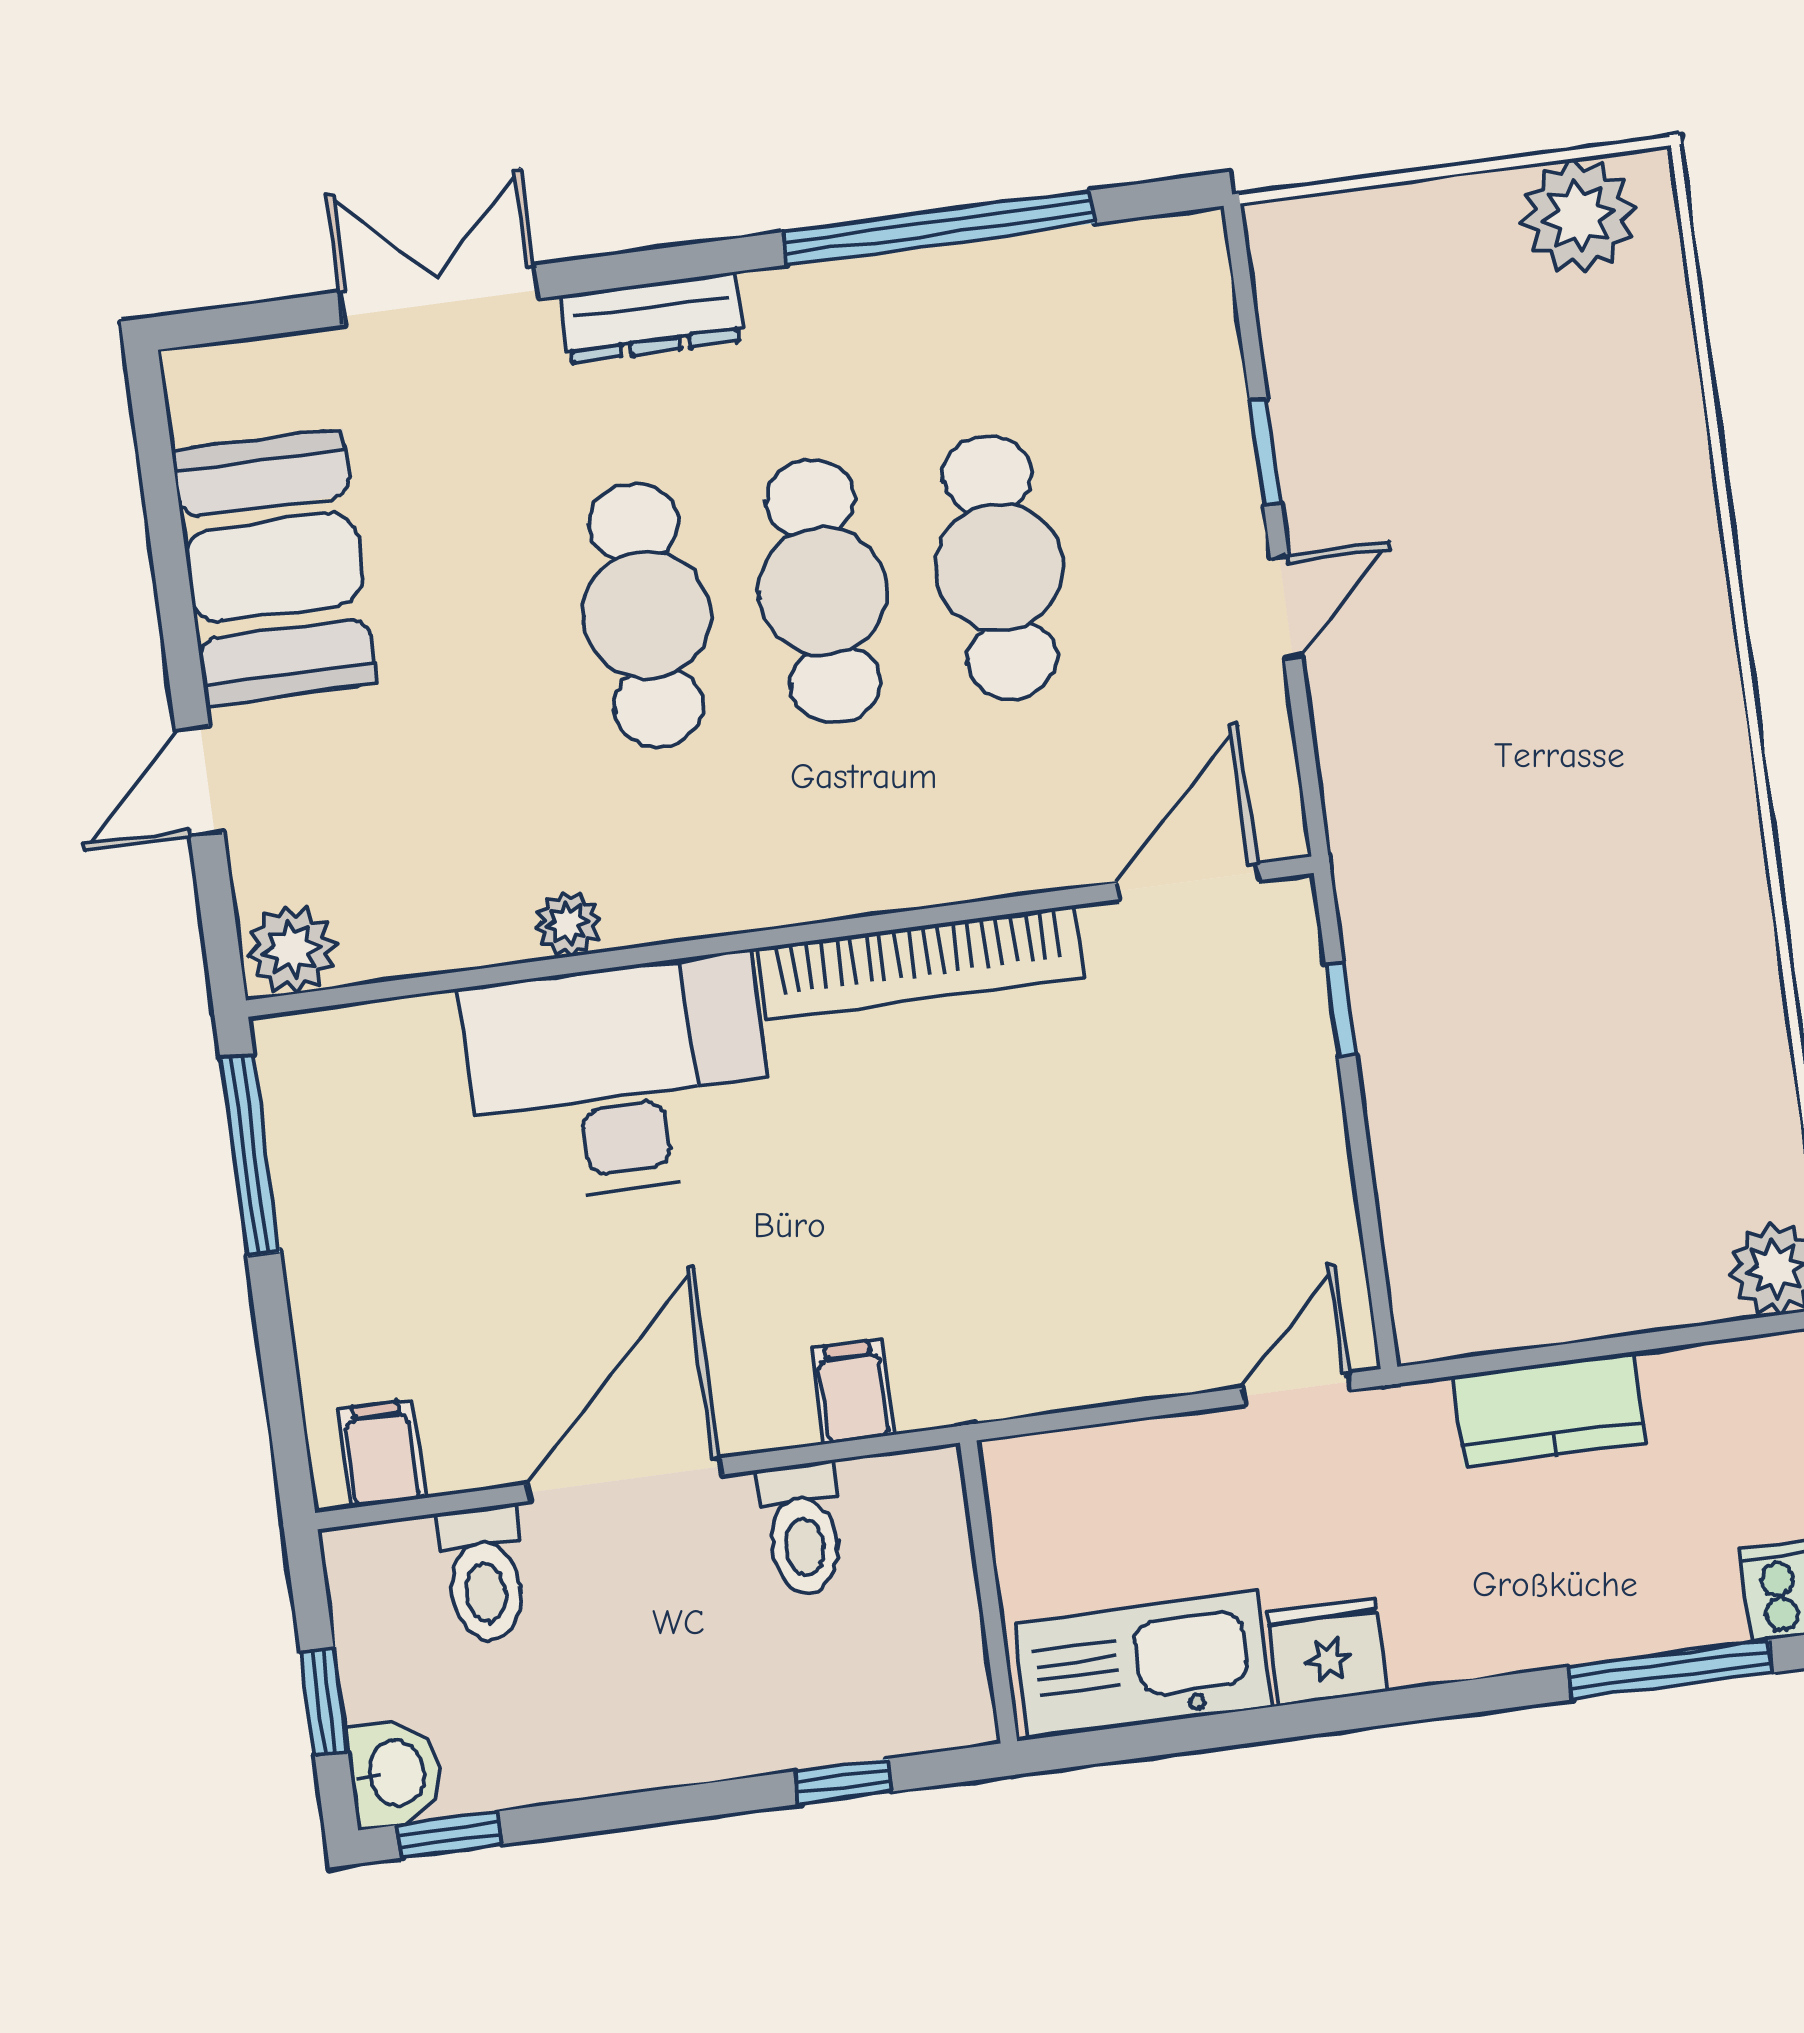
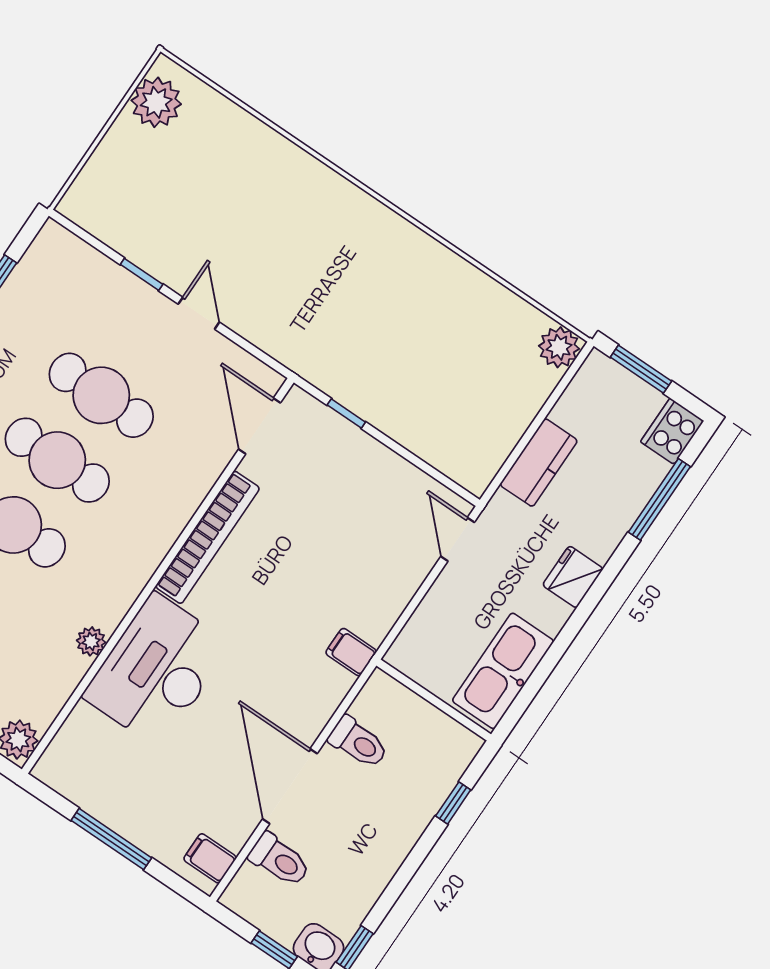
window: (250, 1155) -> (111, 839), moved
filing cabinet: (853, 1392) -> (351, 652), moved
fridge: (1327, 1652) -> (573, 577), moved

